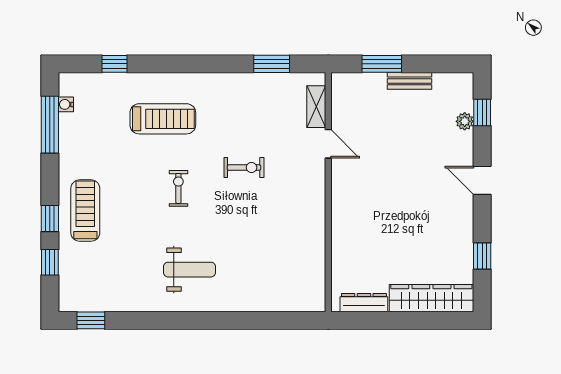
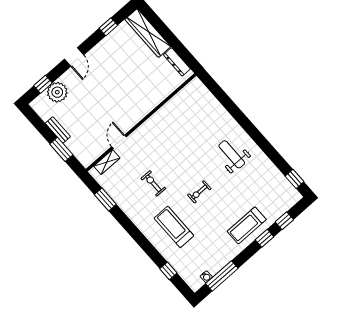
plant: (465, 121) -> (57, 92), width x1.88, depth x1.88
exercise bike: (244, 168) -> (153, 183), moved

